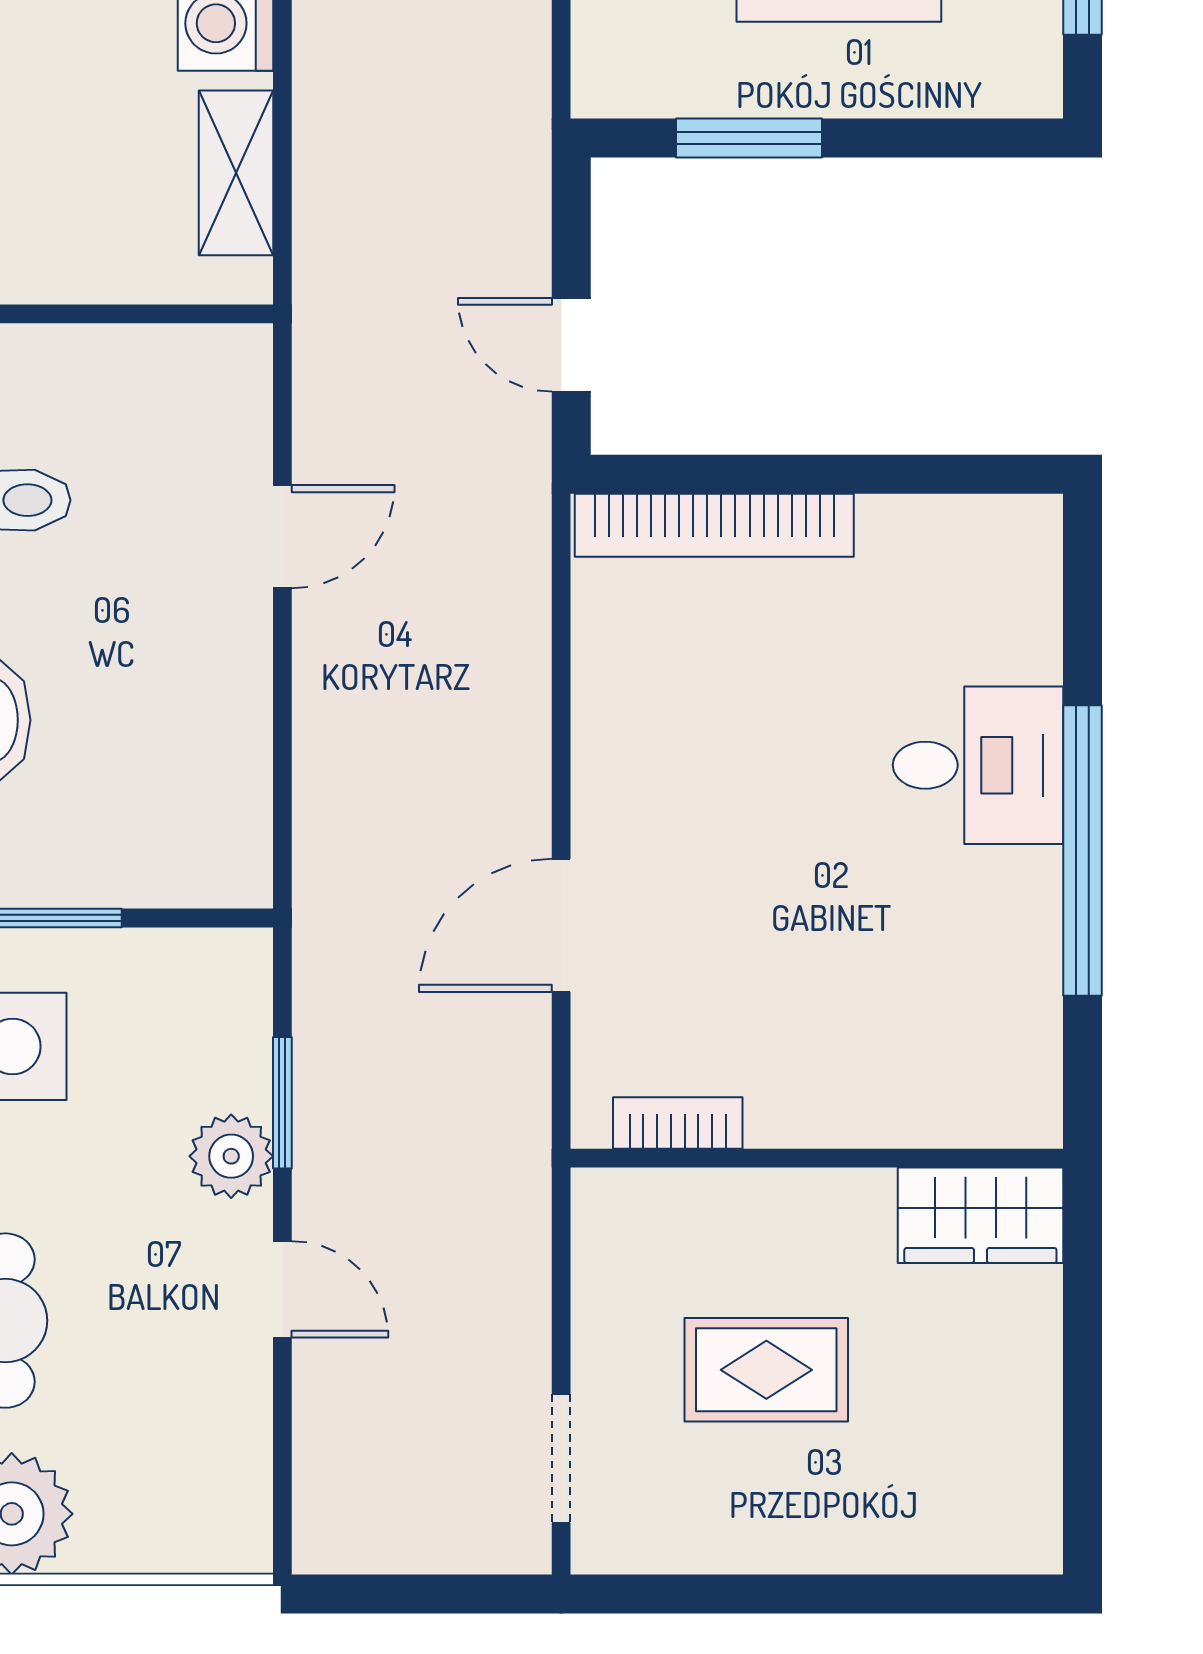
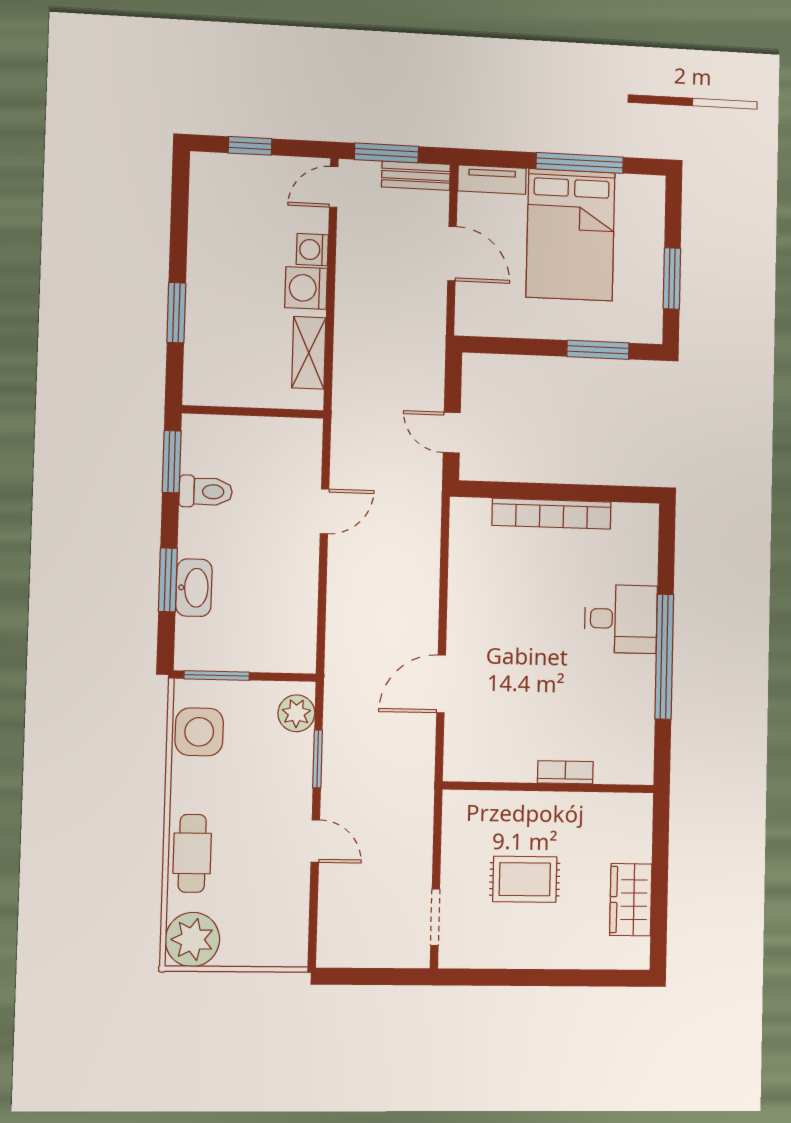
window: (749, 138) -> (598, 350), moved
bookcase: (714, 525) -> (552, 514), moved
bookcase: (678, 1123) -> (565, 772), moved
plant: (231, 1156) -> (296, 713), moved
wardrobe: (980, 1215) -> (631, 900), moved, turned 90

